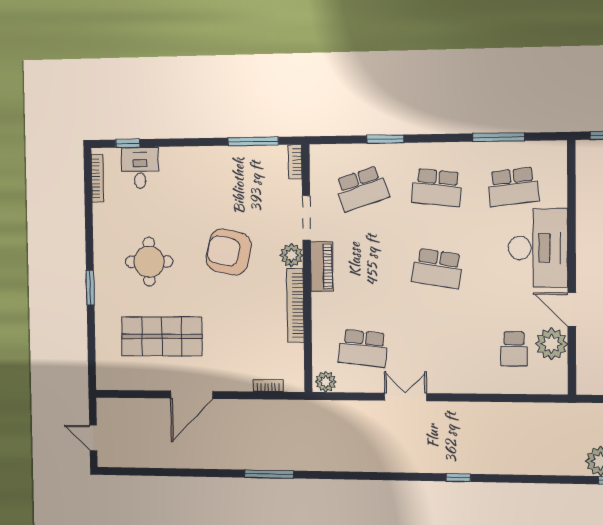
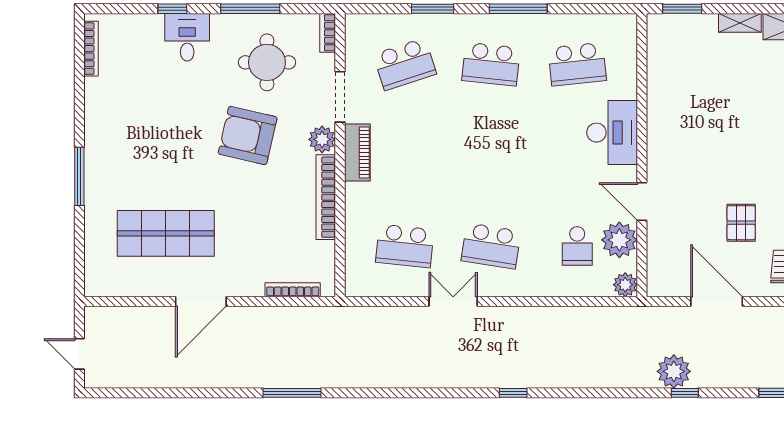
window: (499, 137) -> (518, 9), moved
window: (253, 141) -> (250, 9), moved
window: (128, 143) -> (172, 9), moved
desk: (140, 168) -> (187, 37), moved
desk: (538, 248) -> (612, 133), width x0.73, depth x0.77
round table: (149, 262) -> (267, 62), moved
school desk: (437, 268) -> (491, 246), moved
window: (90, 288) -> (79, 176), width x1.44
plant: (326, 382) -> (625, 285), moved
bookcase: (268, 386) -> (293, 290), width x1.56

